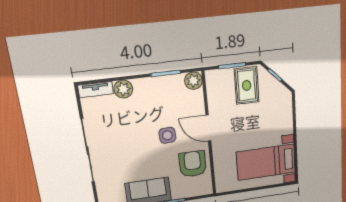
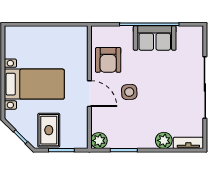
bed with nightstands: (266, 162) -> (34, 84), moved

